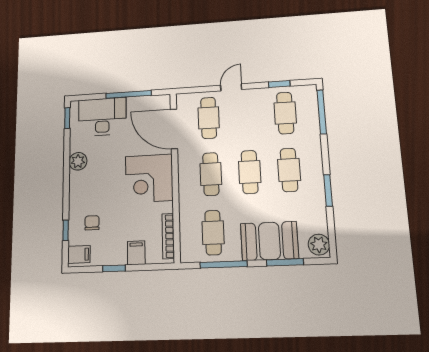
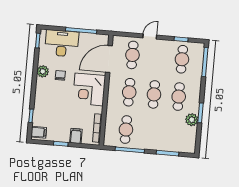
door: (174, 129) -> (109, 59), hinge flipped
chair: (92, 223) -> (60, 75), moved
booth: (269, 241) -> (160, 139), removed
plant: (319, 245) -> (192, 120), moved

